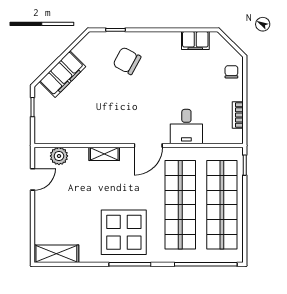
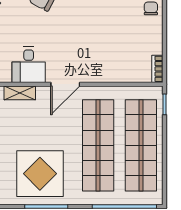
bookcase: (238, 115) -> (157, 69), moved
desk: (186, 127) -> (29, 65), moved

